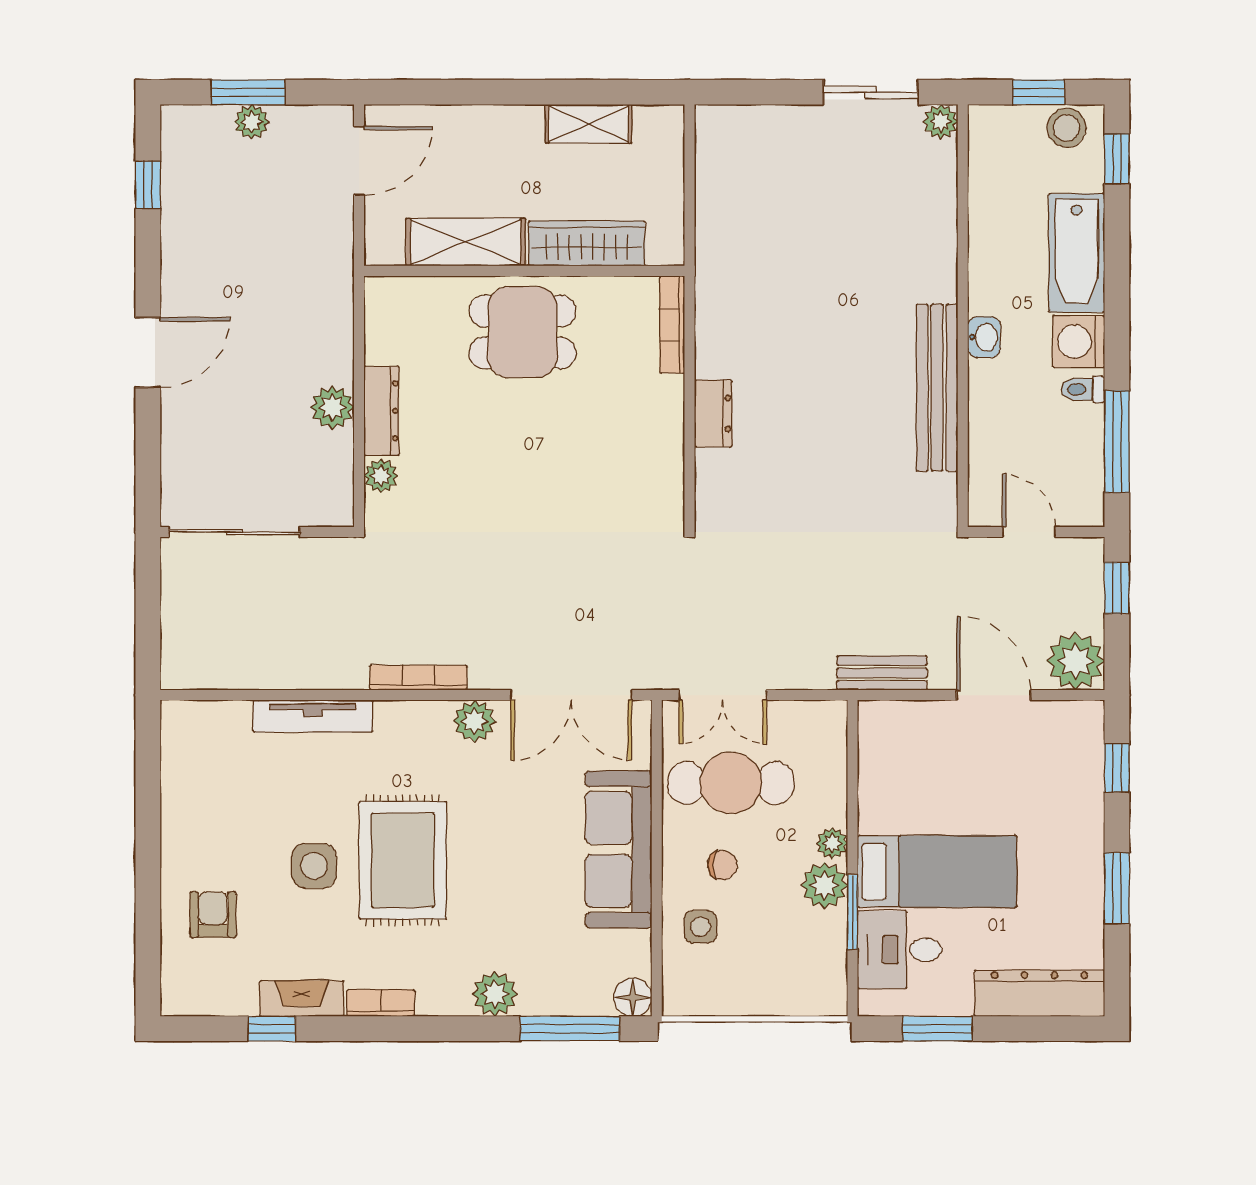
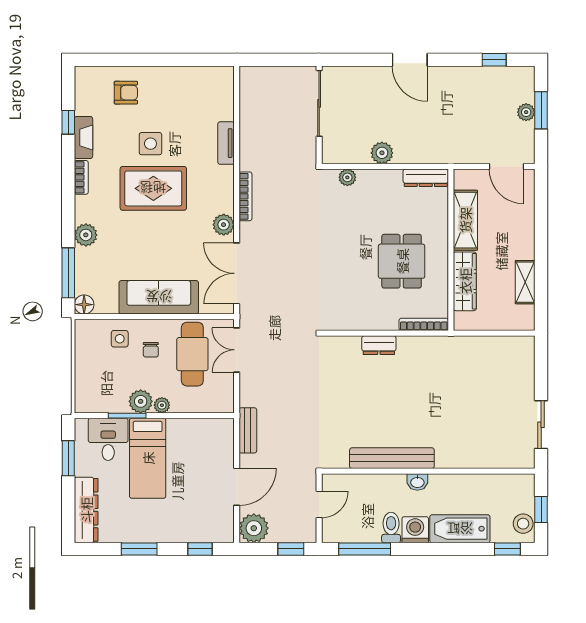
plant: (941, 122) -> (526, 460), removed
dining table: (523, 332) -> (402, 261), moved
toilet: (1083, 389) -> (391, 527), width x1.37, depth x1.39
dresser: (382, 411) -> (426, 178), moved
tv unit: (313, 716) -> (226, 143), width x0.71

